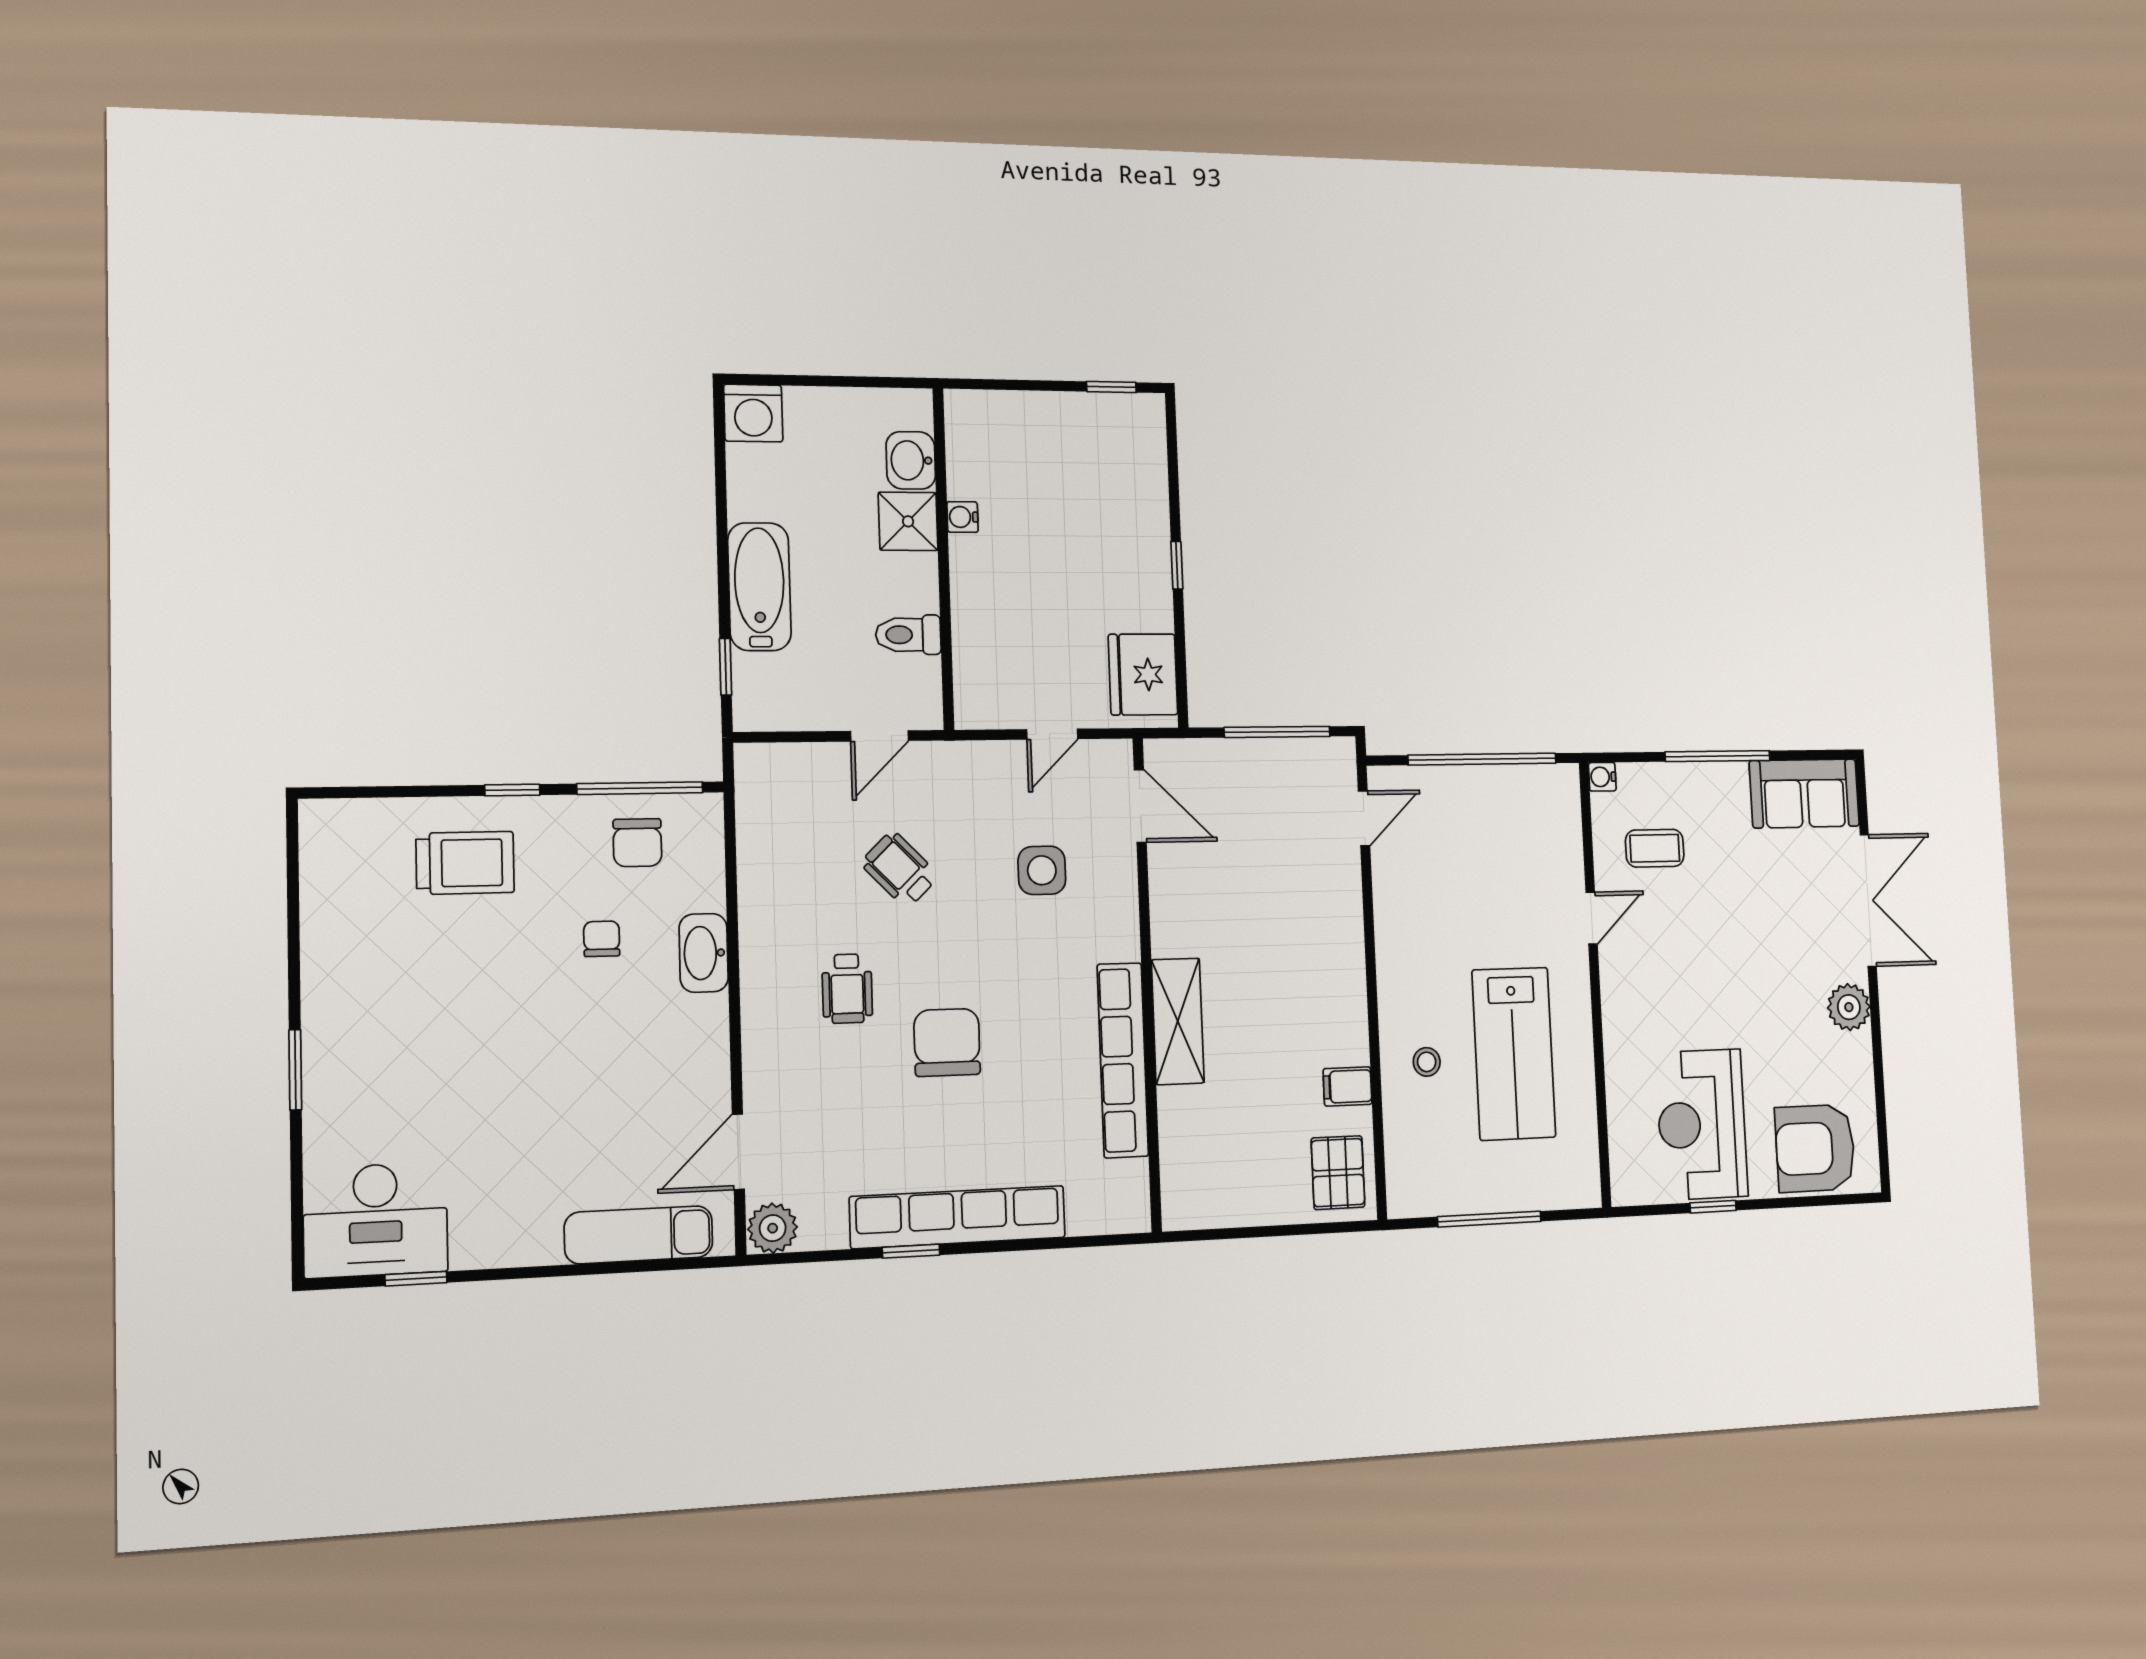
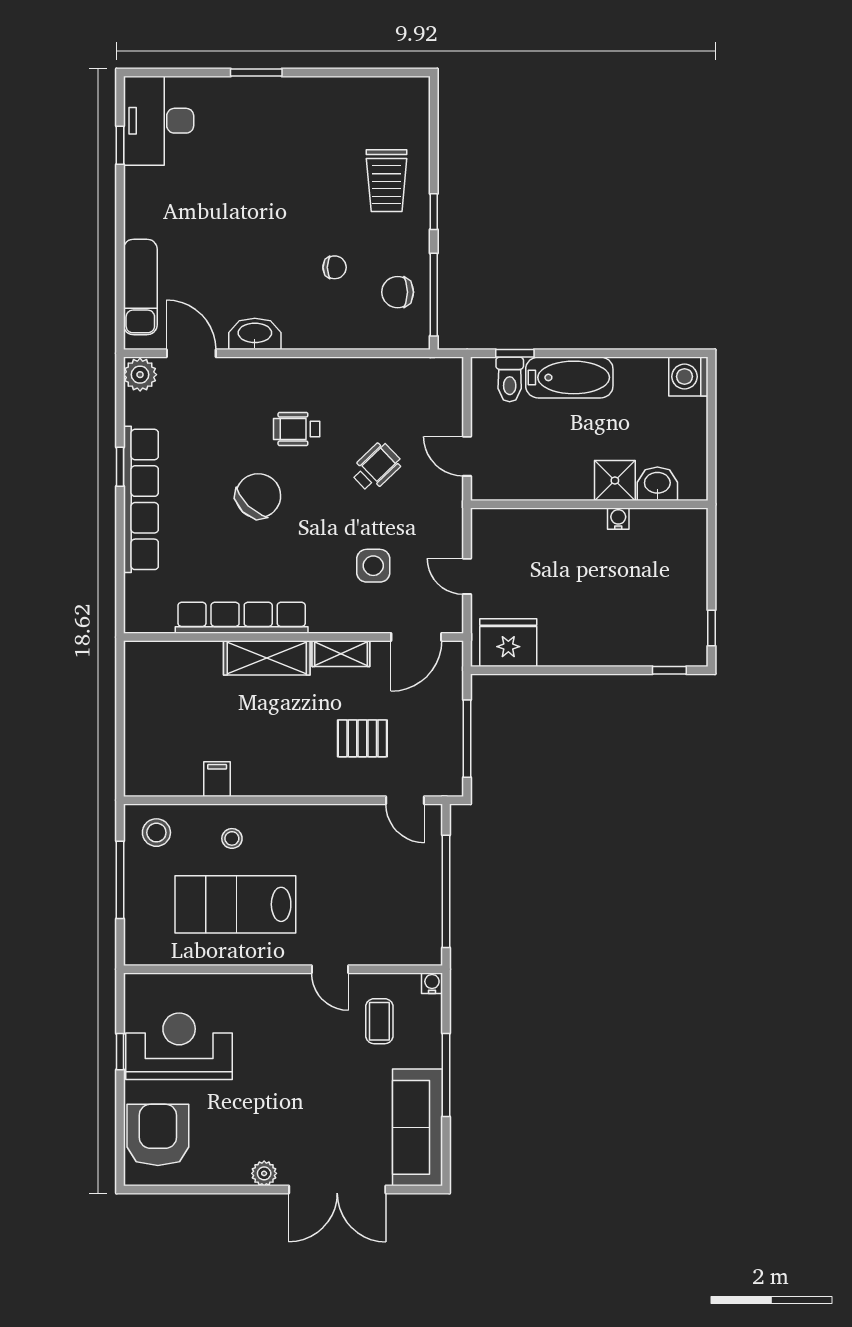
window: (1177, 565) -> (669, 670), moved
toilet: (908, 635) -> (510, 379), moved, turned 180
sofa: (1804, 793) -> (417, 1127), width x1.36
shelving: (1168, 914) -> (341, 654), added
washbasin: (704, 953) -> (255, 334), moved
plant: (1849, 1007) -> (264, 1173), width x0.73, depth x0.73
chair: (947, 1042) -> (258, 496), turned -46
stool: (1424, 1170) -> (156, 833), added
pallet: (1338, 1173) -> (362, 738), moved

